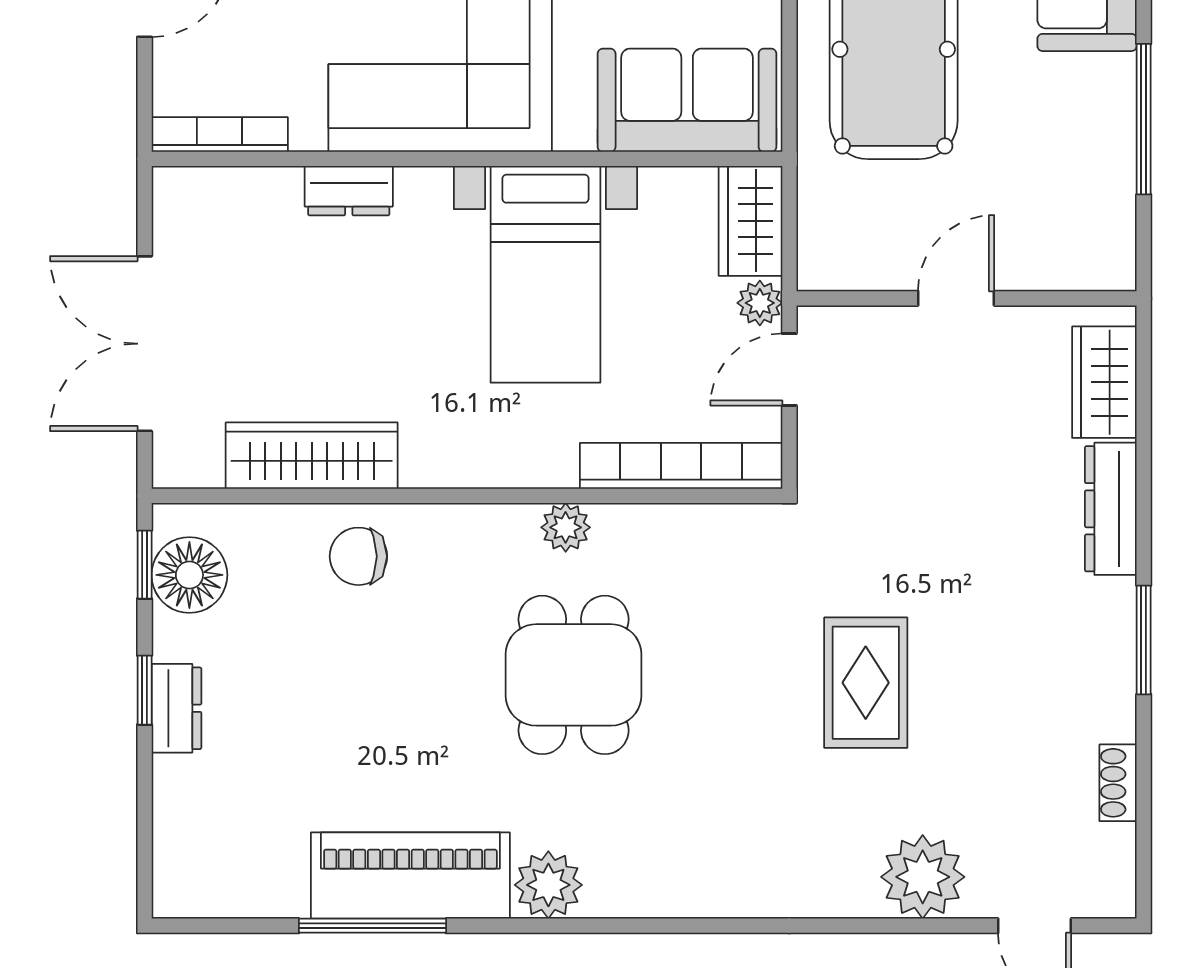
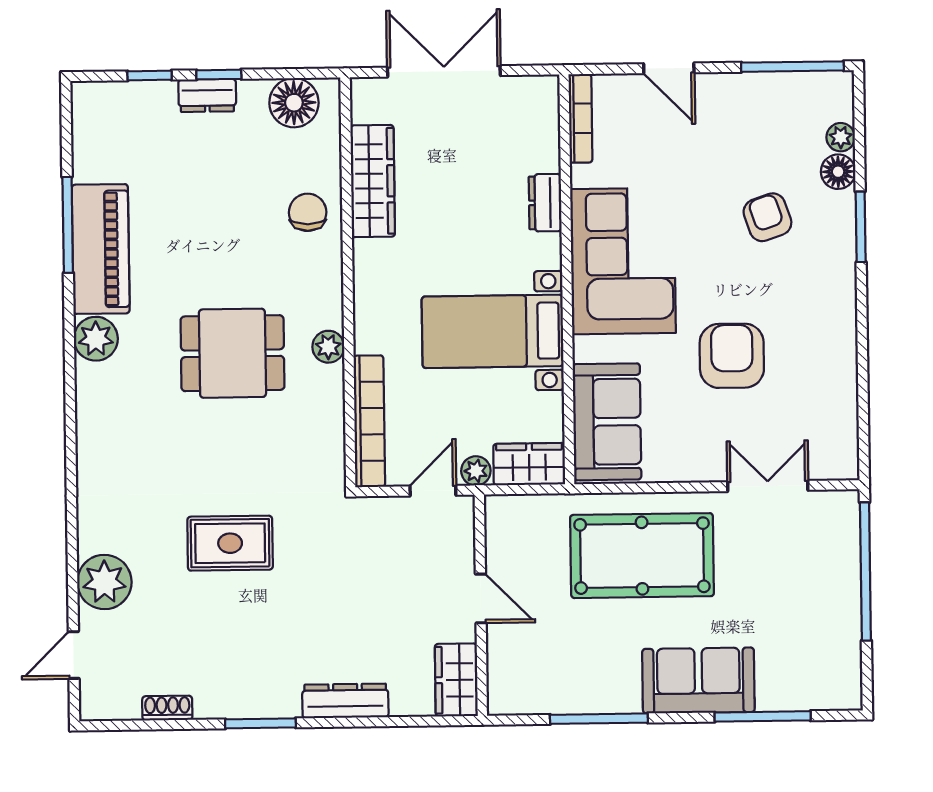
door: (789, 370) -> (433, 491), hinge flipped
wardrobe: (1104, 382) -> (456, 680), moved, turned -90
window: (145, 565) -> (150, 76), moved

